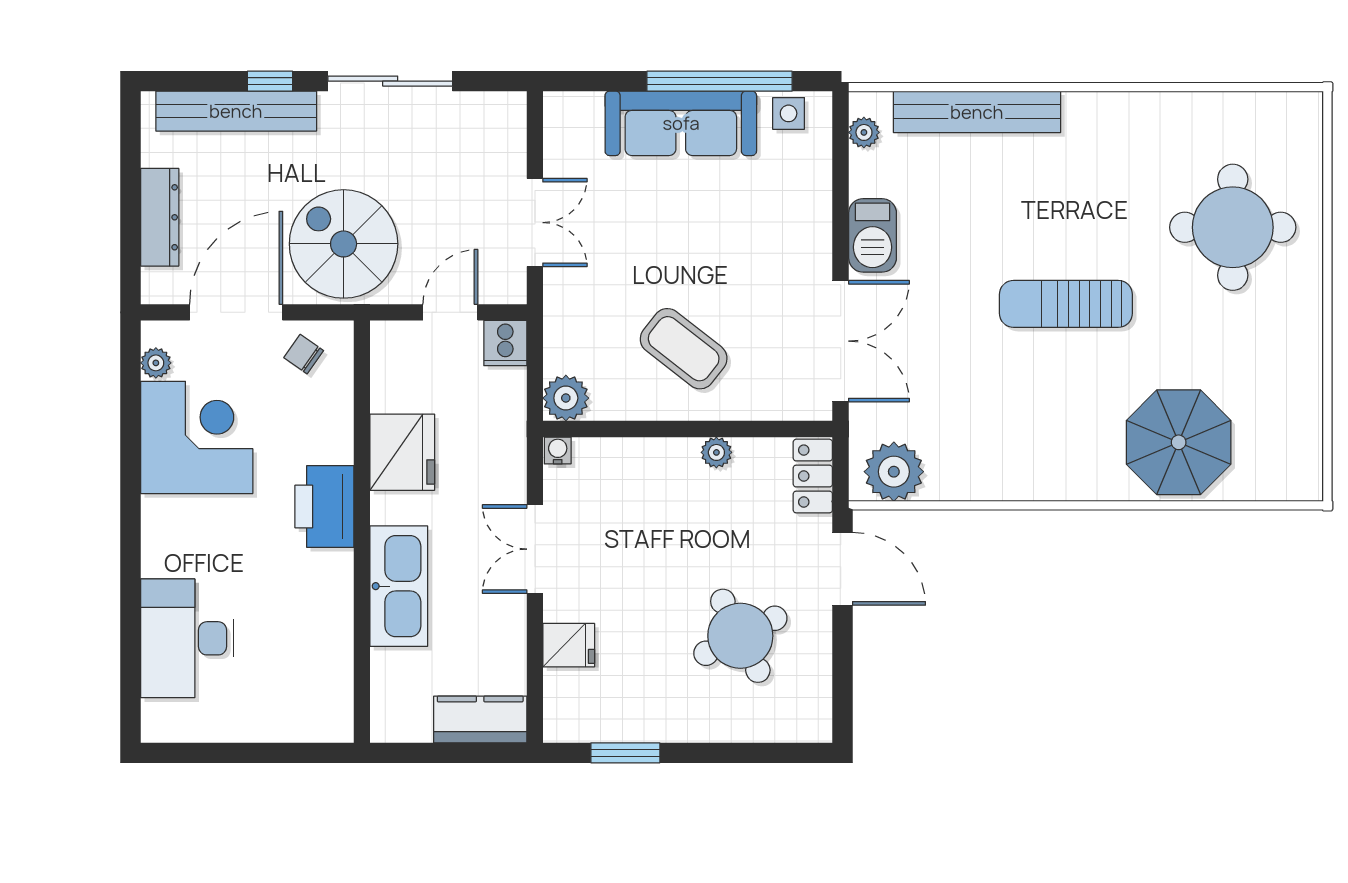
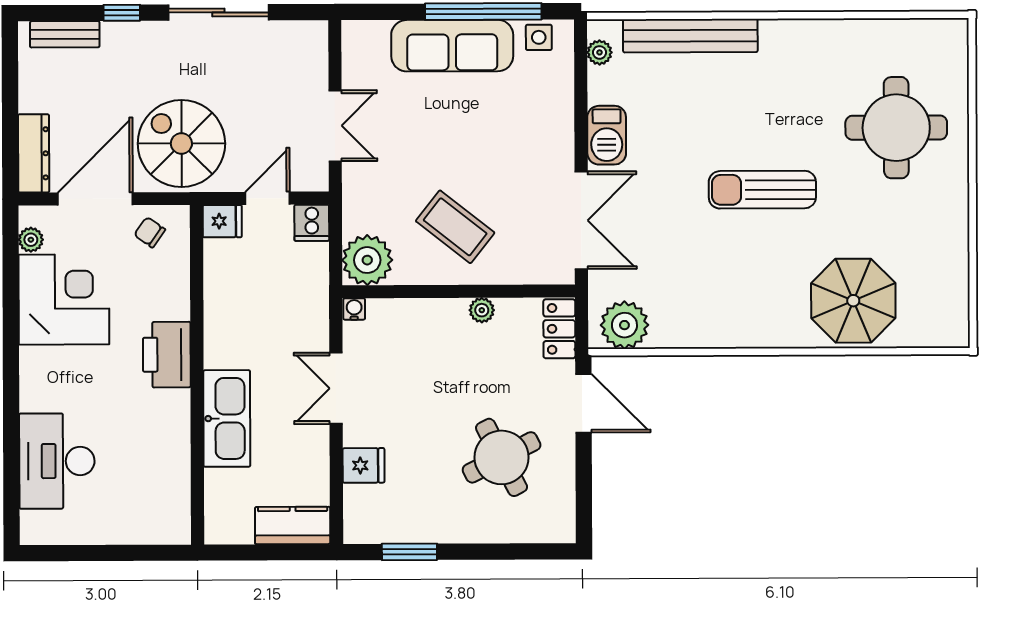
bench: (236, 111) -> (65, 34), width x0.54, depth x0.82
dresser: (160, 217) -> (34, 153), moved
plant: (566, 398) -> (367, 260), width x1.36, depth x1.36
fridge: (402, 452) -> (222, 221), moved, width x0.53, depth x0.75

